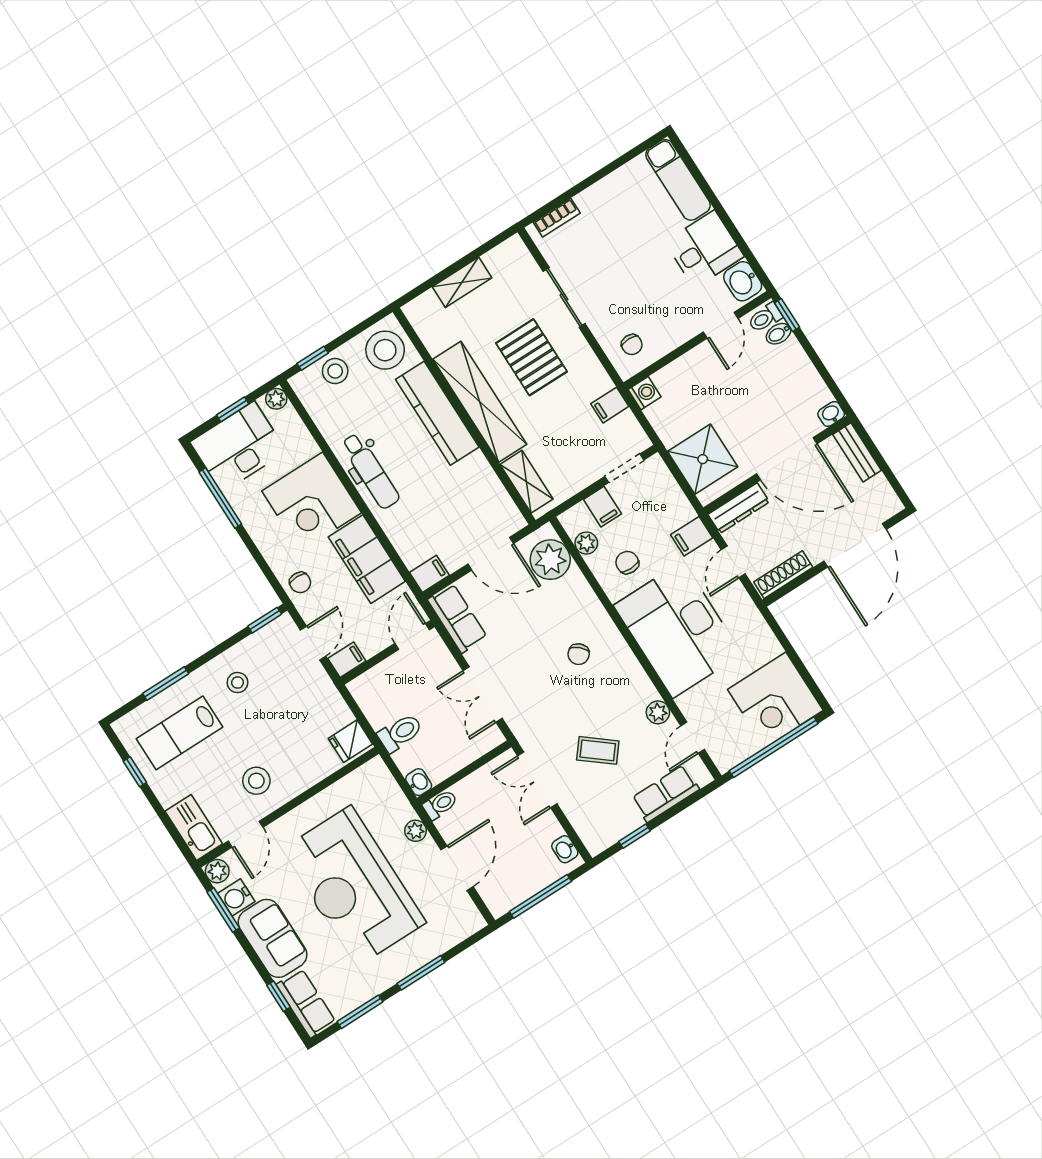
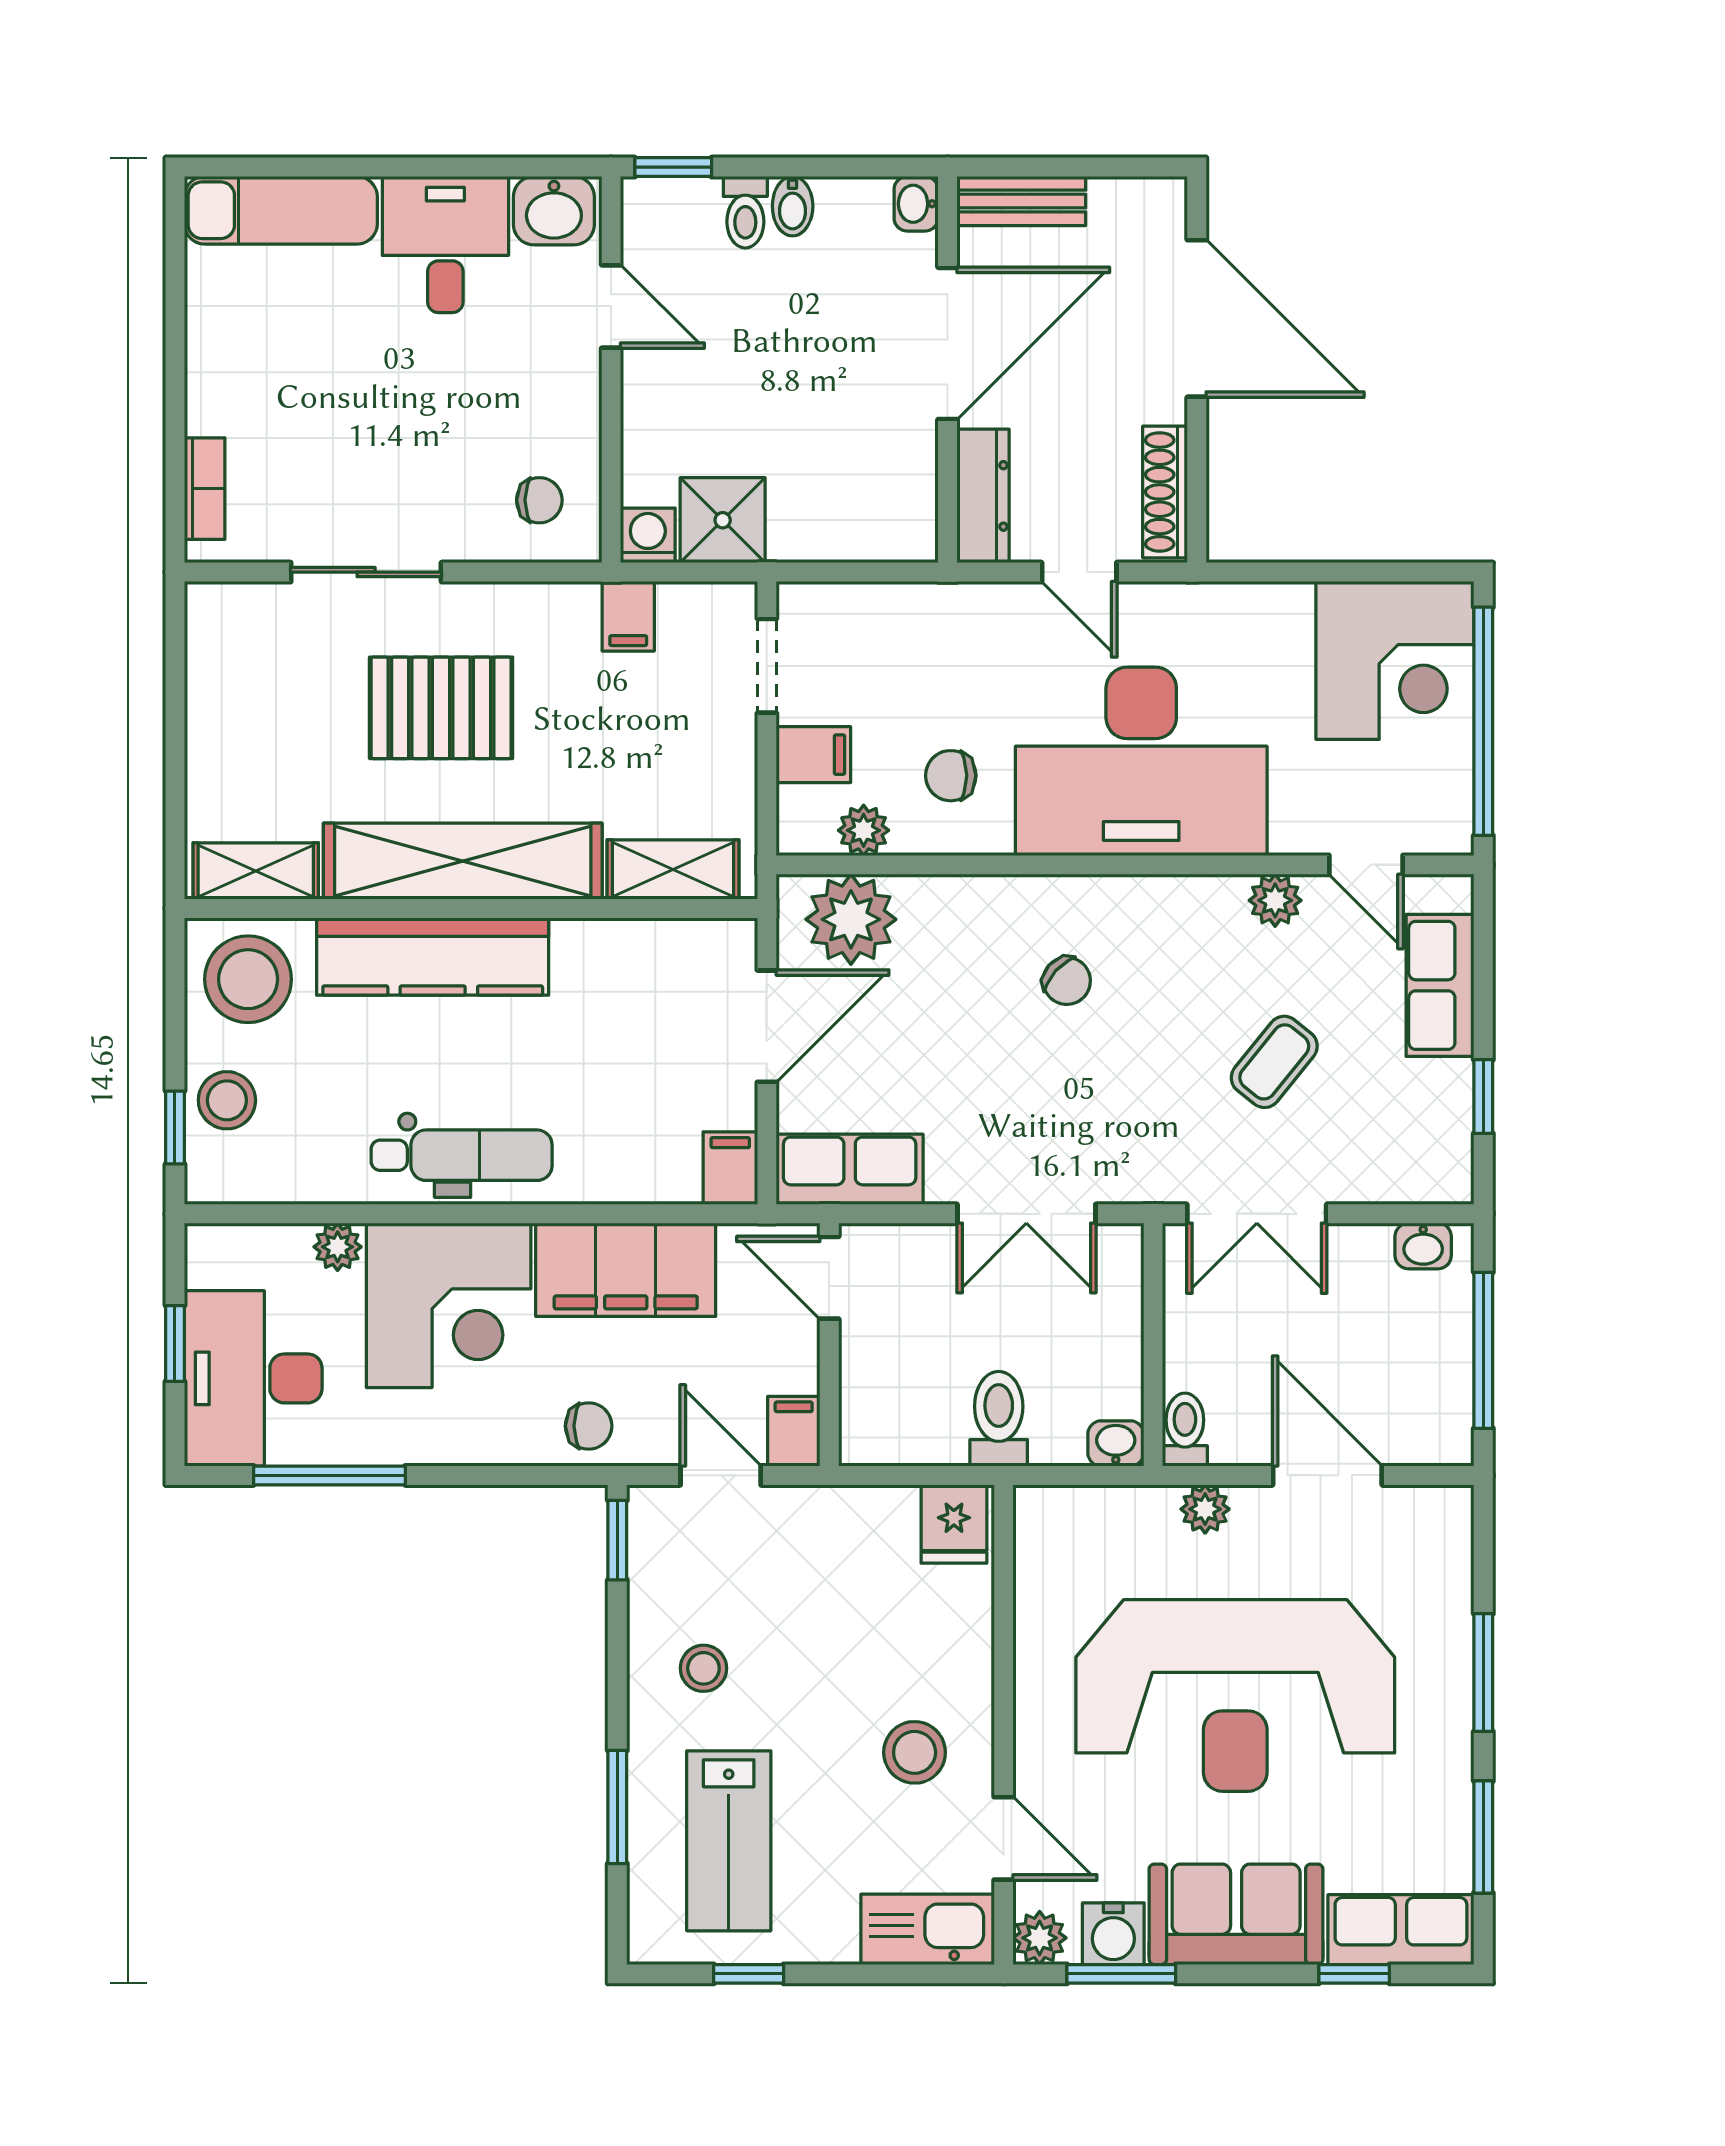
shelving: (462, 282) -> (256, 871), moved, turned 90
toilet: (765, 318) -> (745, 212), moved
bidet: (779, 334) -> (793, 206), moved
plant: (276, 399) -> (338, 1247), moved
shower: (703, 459) -> (723, 520), moved, width x0.73, depth x0.73
filing cabinet: (692, 536) -> (979, 620), removed

